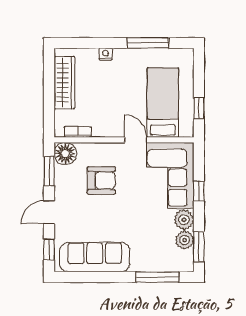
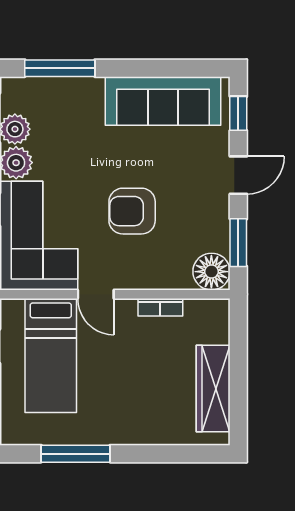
nightstand: (106, 54) -> (145, 435), removed
bookcase: (78, 132) -> (160, 307), moved
armchair: (101, 180) -> (132, 211), moved

